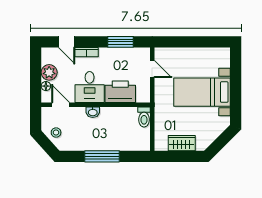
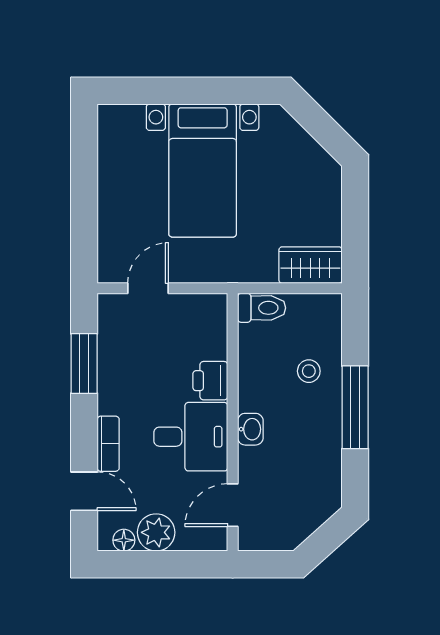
door: (67, 42) -> (84, 491), hinge flipped
floor lamp: (46, 86) -> (124, 540), moved
printer: (120, 92) -> (210, 381), width x0.53, depth x0.68
stool: (56, 133) -> (309, 371), moved
wardrobe: (182, 143) -> (310, 265), moved, turned 90

